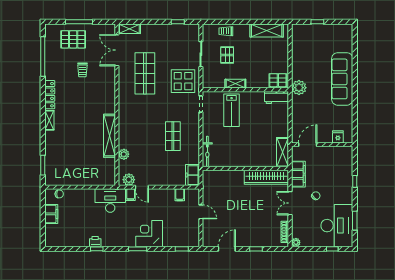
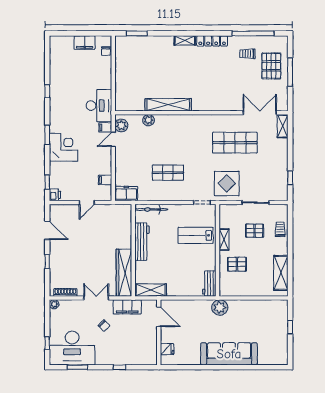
trolley: (82, 70) -> (248, 54), moved
pallet: (278, 80) -> (237, 264), moved, turned 90
workbench: (237, 160) -> (142, 242), added
printer: (95, 242) -> (55, 195), moved

